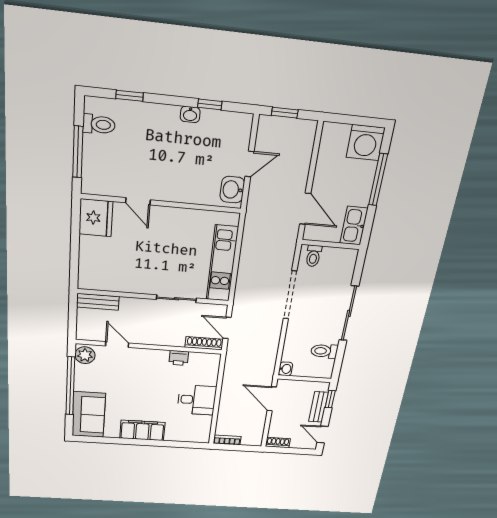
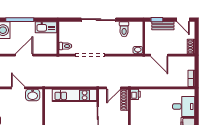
door: (305, 209) -> (24, 55), moved
printer: (179, 358) -> (135, 94), moved
door: (272, 399) -> (159, 55), hinge flipped
desk: (197, 400) -> (184, 106), moved, turned 90
door: (322, 435) -> (183, 20), hinge flipped

